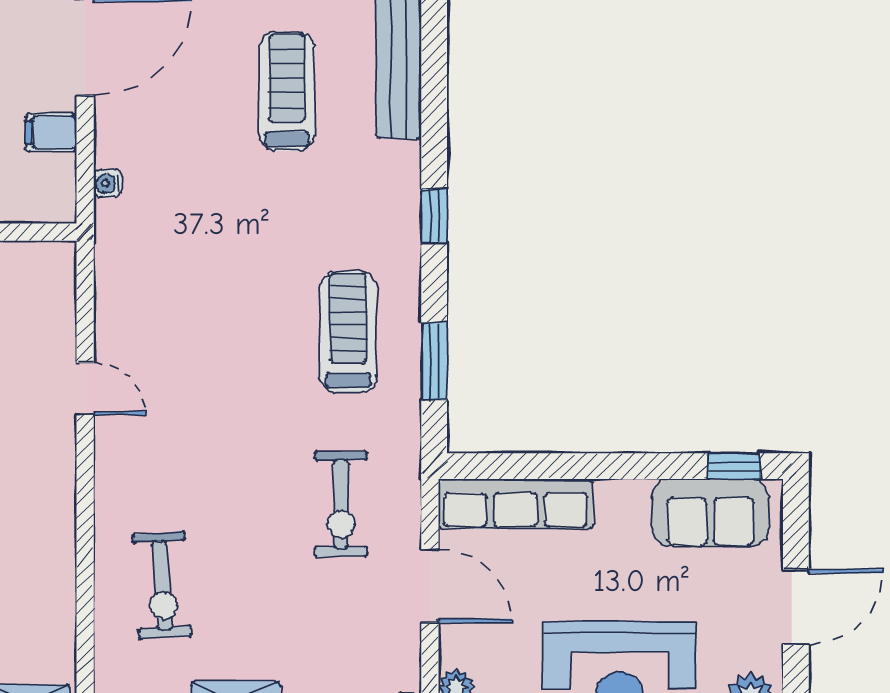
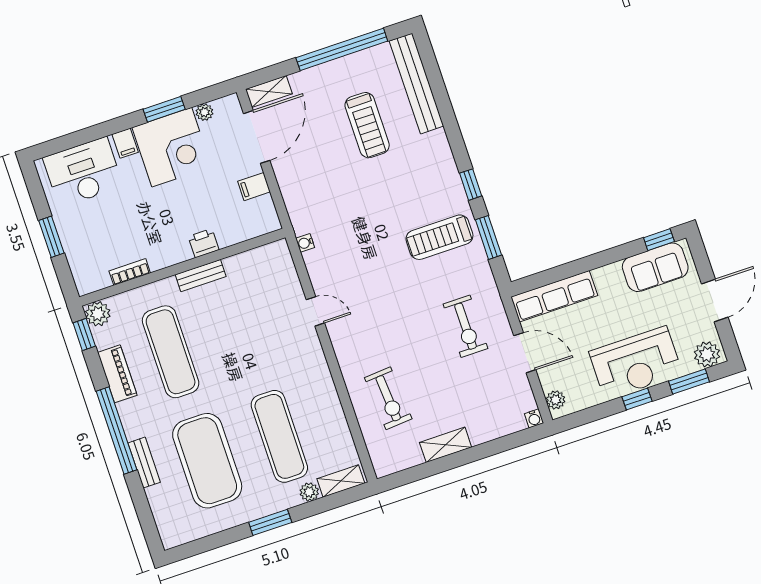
treadmill: (287, 91) -> (367, 125), turned 180
water cooler: (108, 183) -> (305, 243), moved
window: (434, 216) -> (471, 185), moved
treadmill: (348, 332) -> (439, 237), turned -90

